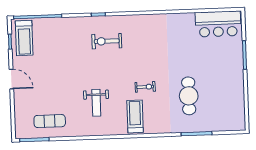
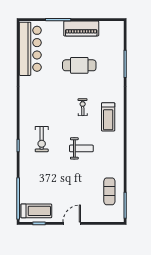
bar counter: (218, 24) -> (30, 49), width x1.36
piano: (235, 82) -> (81, 28), added
cafe table: (189, 96) -> (79, 65), moved
weight bench: (96, 103) -> (81, 148), moved
treadmill: (135, 116) -> (108, 117), turned -90

